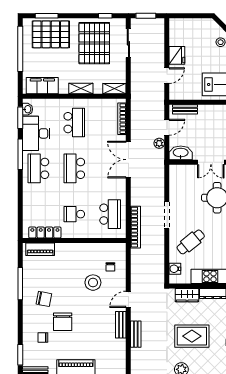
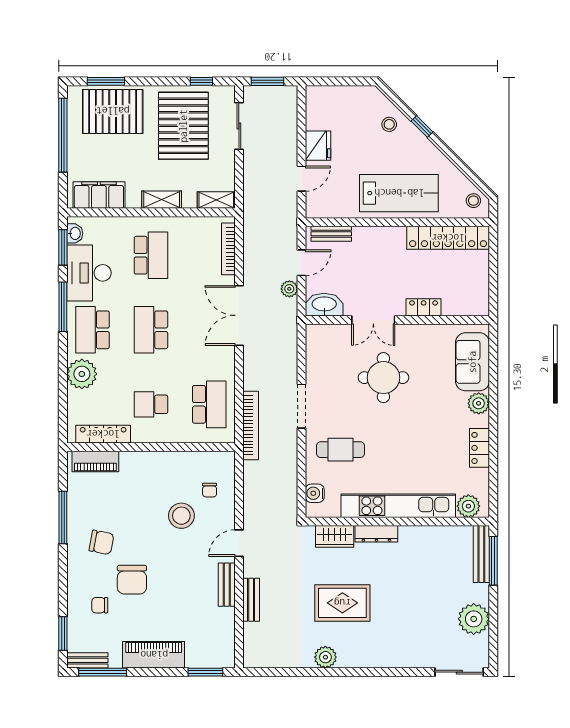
plant: (32, 195) -> (82, 374), added
cafe table: (191, 242) -> (340, 450), turned 39

